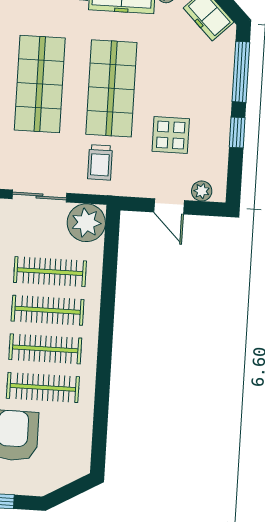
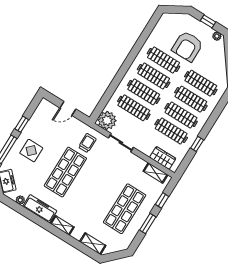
shop shelf: (40, 84) -> (95, 190), removed
display table: (171, 135) -> (31, 151), moved
plant: (202, 191) -> (50, 107), removed
door: (169, 206) -> (68, 108), swing flipped

